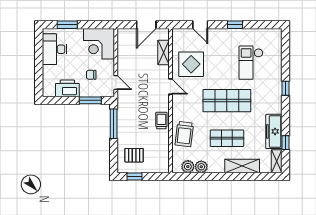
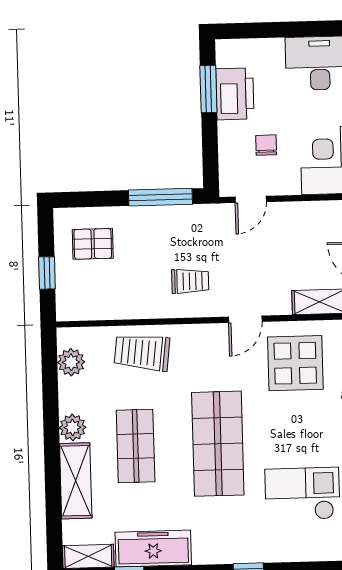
window: (90, 100) -> (208, 89), moved
trolley: (161, 121) -> (190, 281), moved
pallet: (134, 155) -> (93, 244), turned 90
plant: (201, 167) -> (73, 427), moved
window: (135, 176) -> (47, 273), moved

